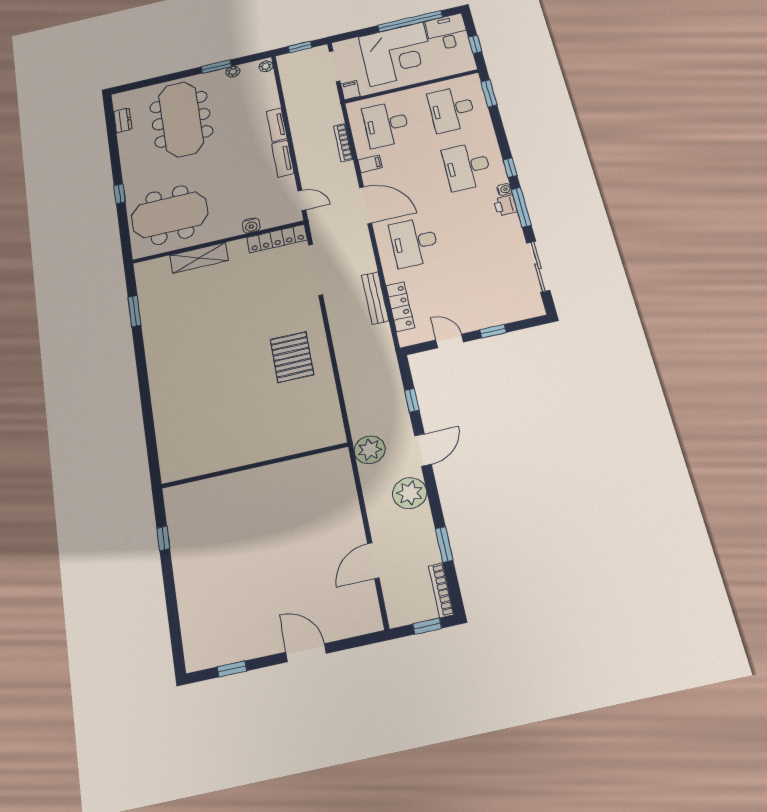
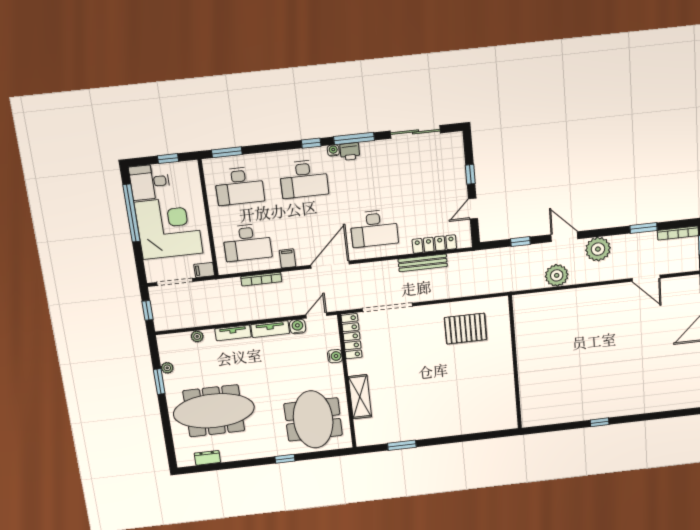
plant: (266, 66) -> (197, 336), moved
water cooler: (287, 184) -> (298, 326), added
wall: (255, 465) -> (515, 363), moved

